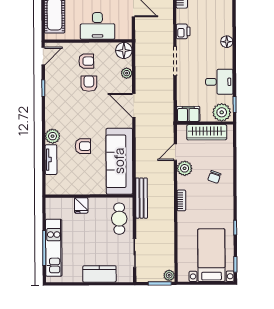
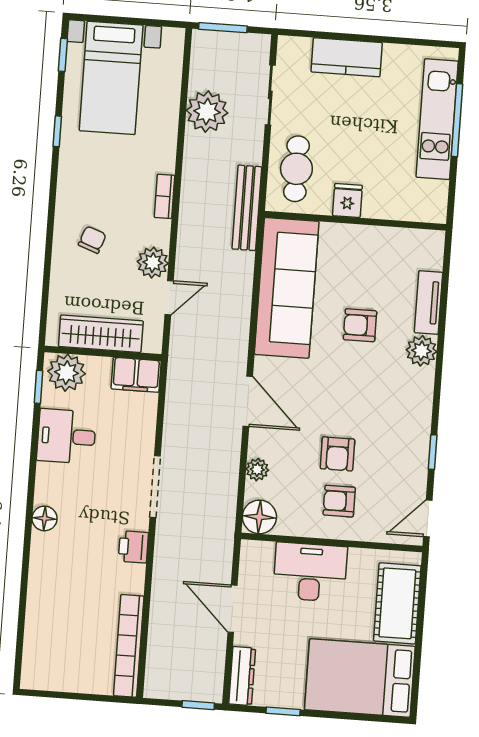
fridge: (81, 205) -> (347, 200), moved
plant: (169, 275) -> (207, 112), moved, width x1.88, depth x1.88

